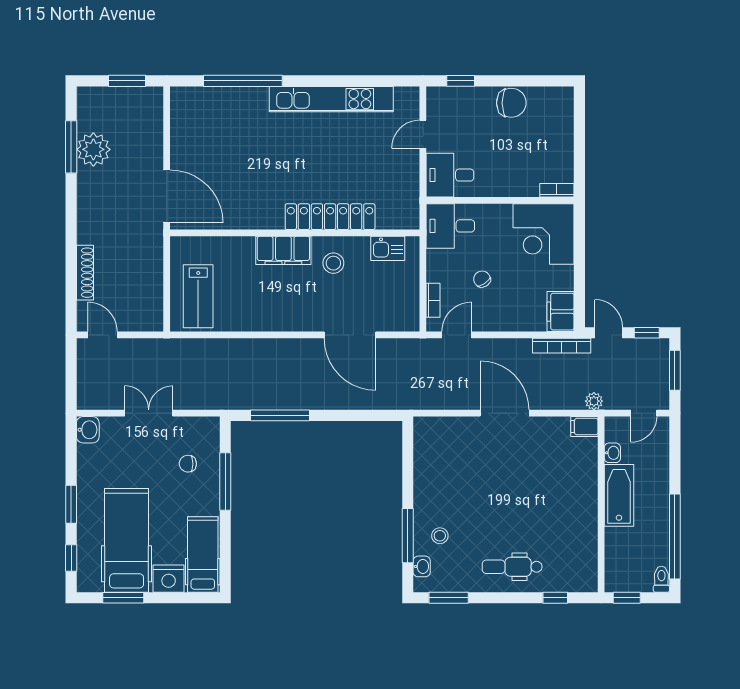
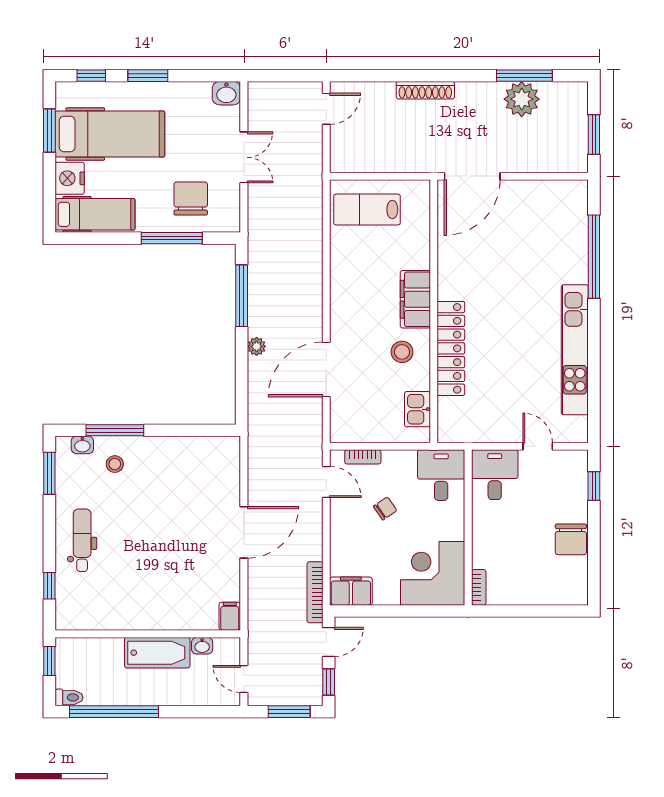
shoe rack: (85, 273) -> (425, 90), moved
plant: (594, 401) -> (257, 346), moved
chair: (188, 464) -> (191, 199), width x1.87, depth x1.87

